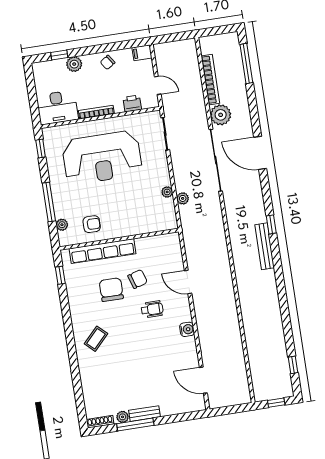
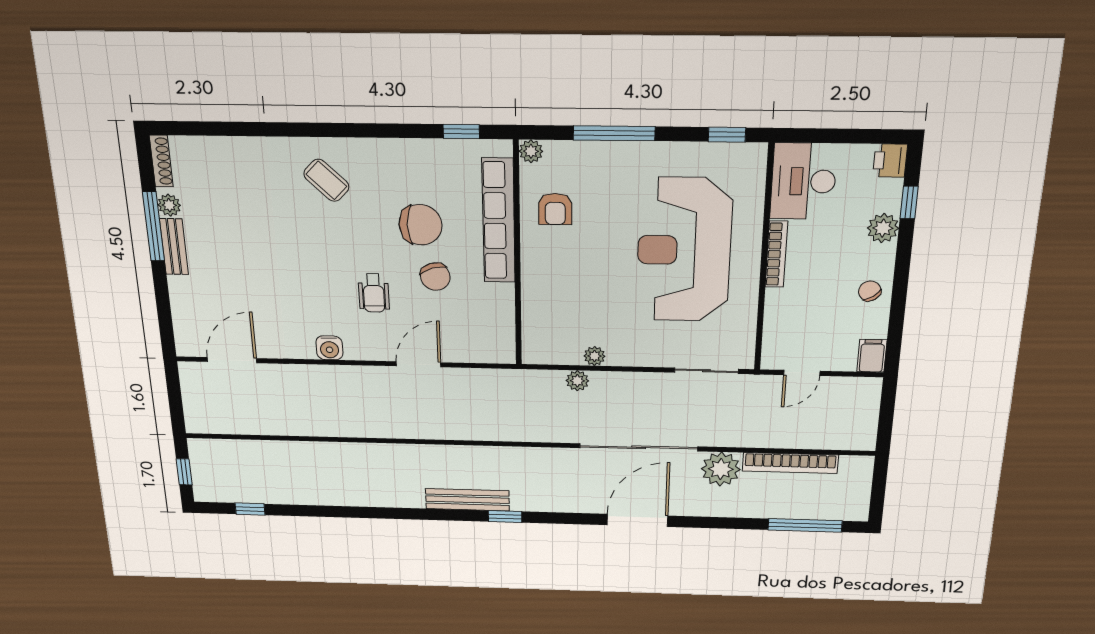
printer: (132, 104) -> (890, 161), moved, turned 180
plant: (62, 225) -> (531, 151), moved

